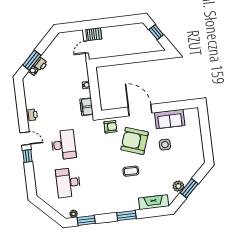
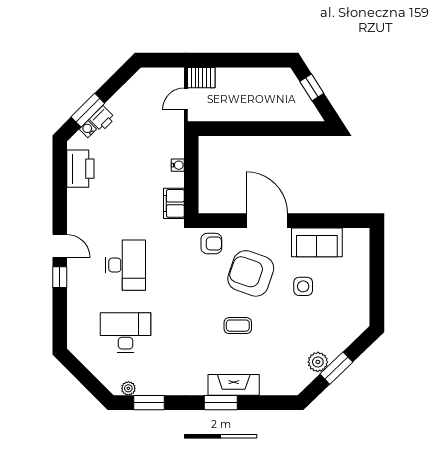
printer: (32, 115) -> (80, 169), moved, width x1.87, depth x1.48
desk: (68, 183) -> (125, 332), turned 90
fireplace: (154, 202) -> (234, 385), moved

